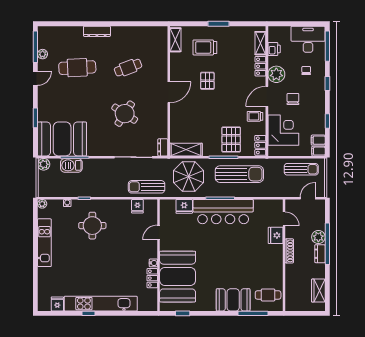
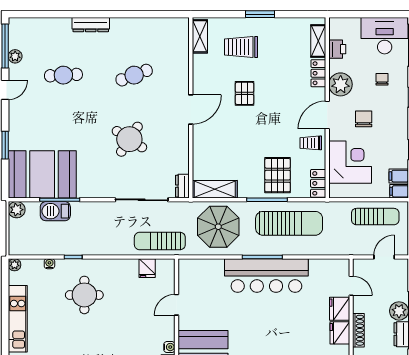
cafe table: (77, 68) -> (63, 75), width x0.73, depth x0.74
fridge: (184, 206) -> (340, 333), moved, turned 90

